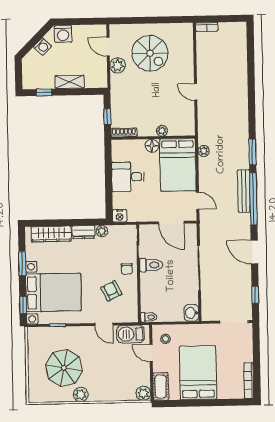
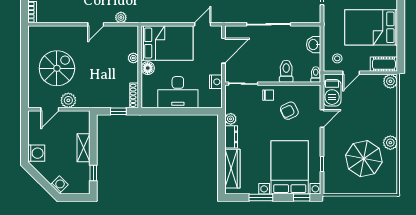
washing machine: (42, 46) -> (59, 185), moved
plant: (204, 151) -> (121, 17), moved
desk: (128, 177) -> (178, 92), width x1.37
nightstand: (120, 216) -> (216, 82), moved
toilet: (151, 265) -> (286, 71), moved
washbasin: (191, 313) -> (314, 45), moved, turned 90

